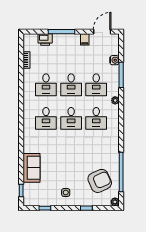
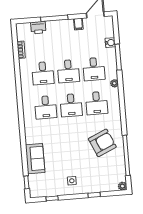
armchair: (100, 181) -> (102, 143), moved

